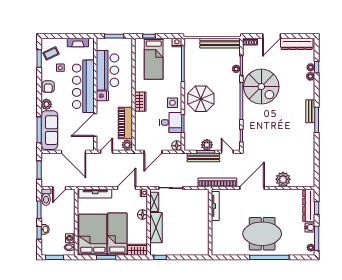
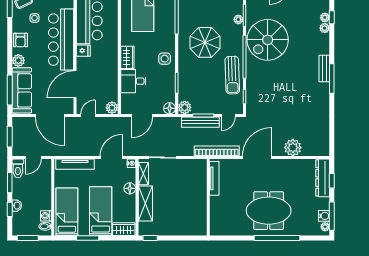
spiral stairs: (261, 87) -> (268, 40), turned 90
parasol: (201, 99) -> (205, 42), moved
sun lounger: (231, 117) -> (232, 75), added
desk: (171, 122) -> (133, 81), moved, turned 180
piano: (125, 123) -> (110, 82), removed
plant: (207, 145) -> (185, 107), moved
door: (227, 152) -> (228, 115), swing flipped
water cooler: (310, 227) -> (324, 216), moved
bed: (93, 235) -> (67, 212), width x0.67

